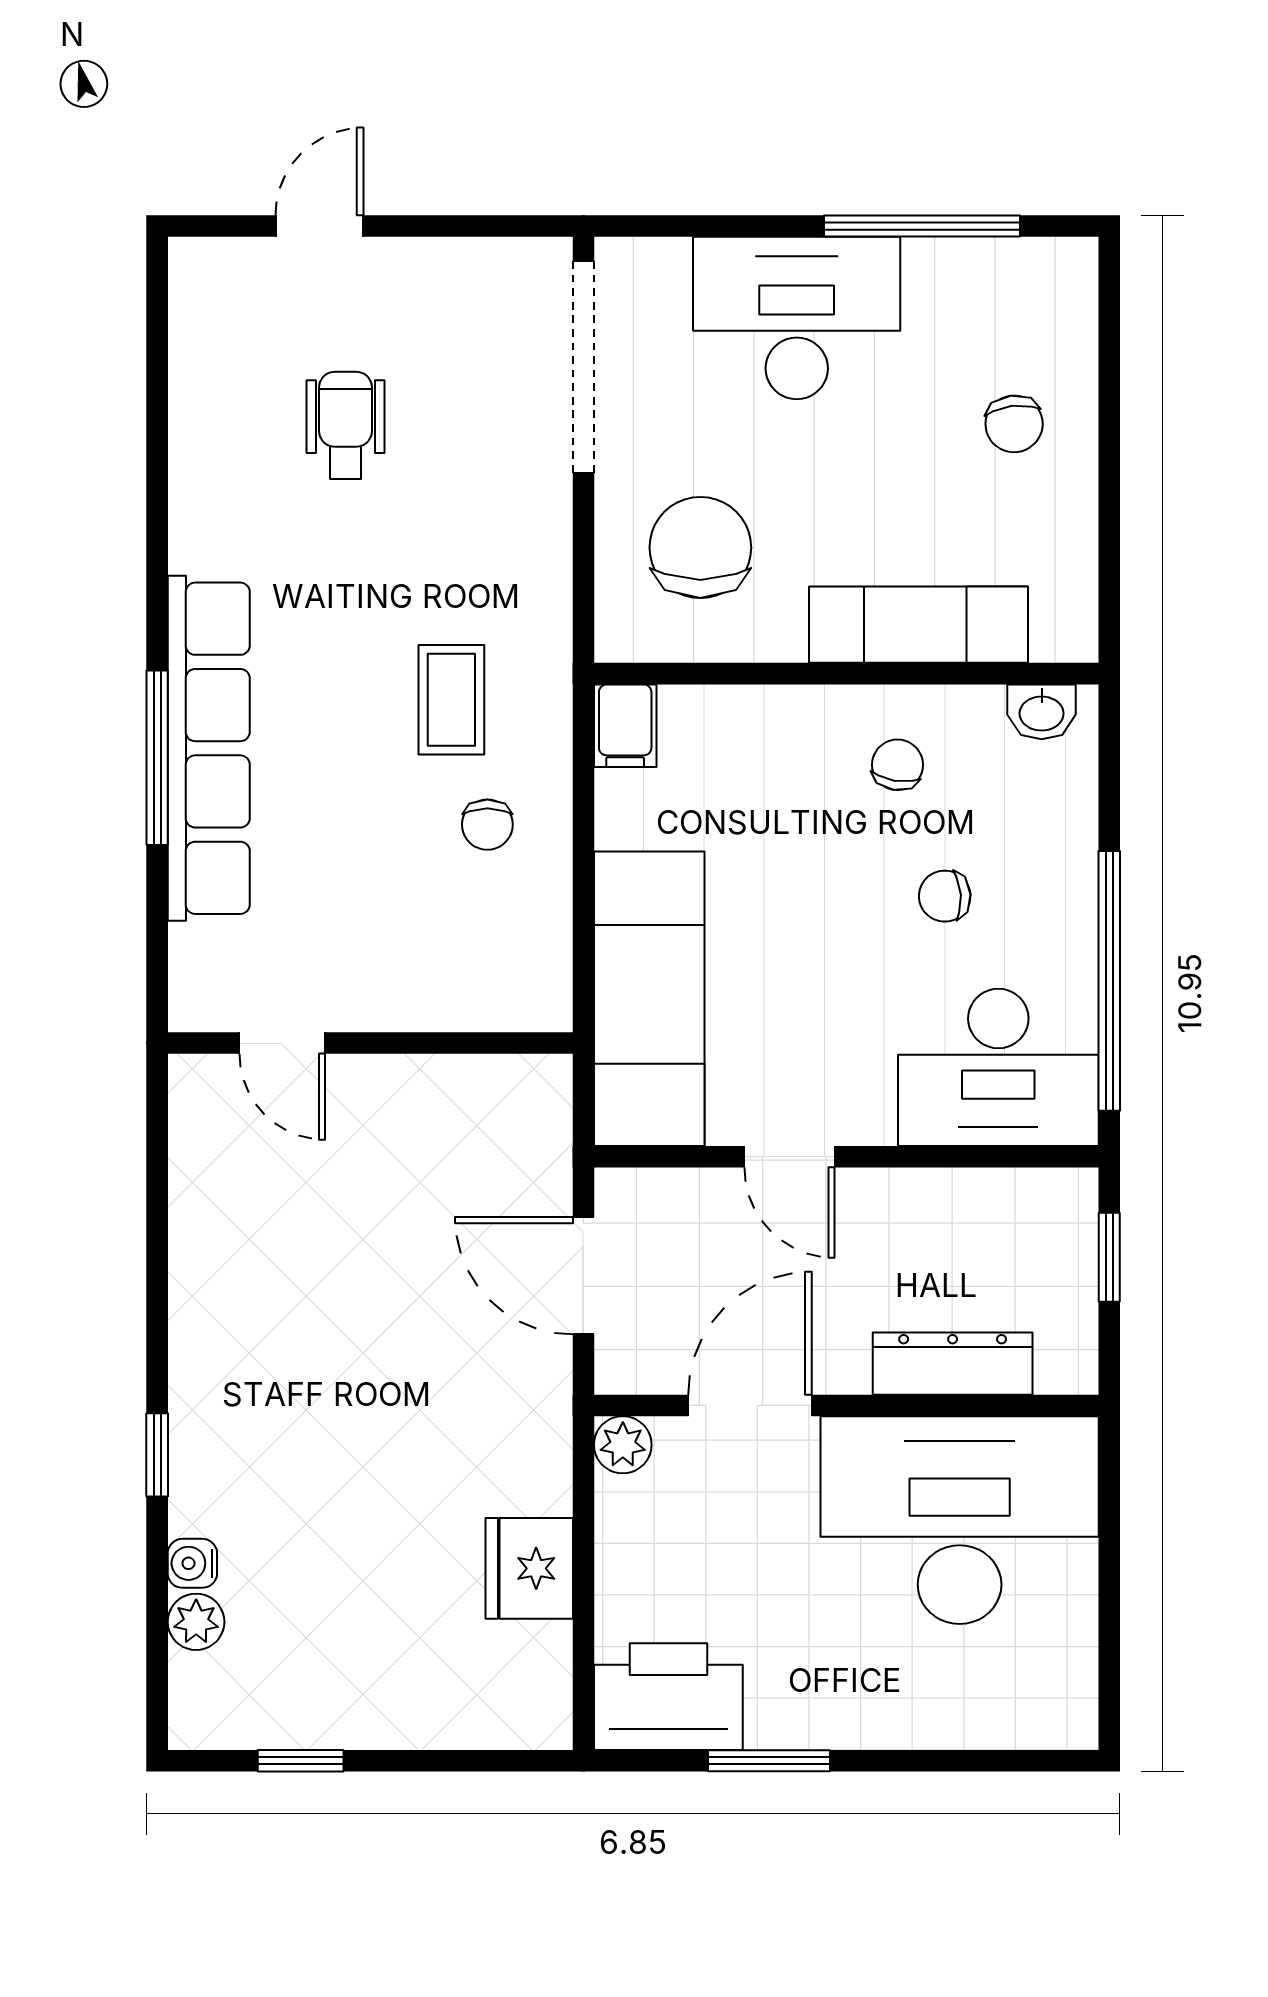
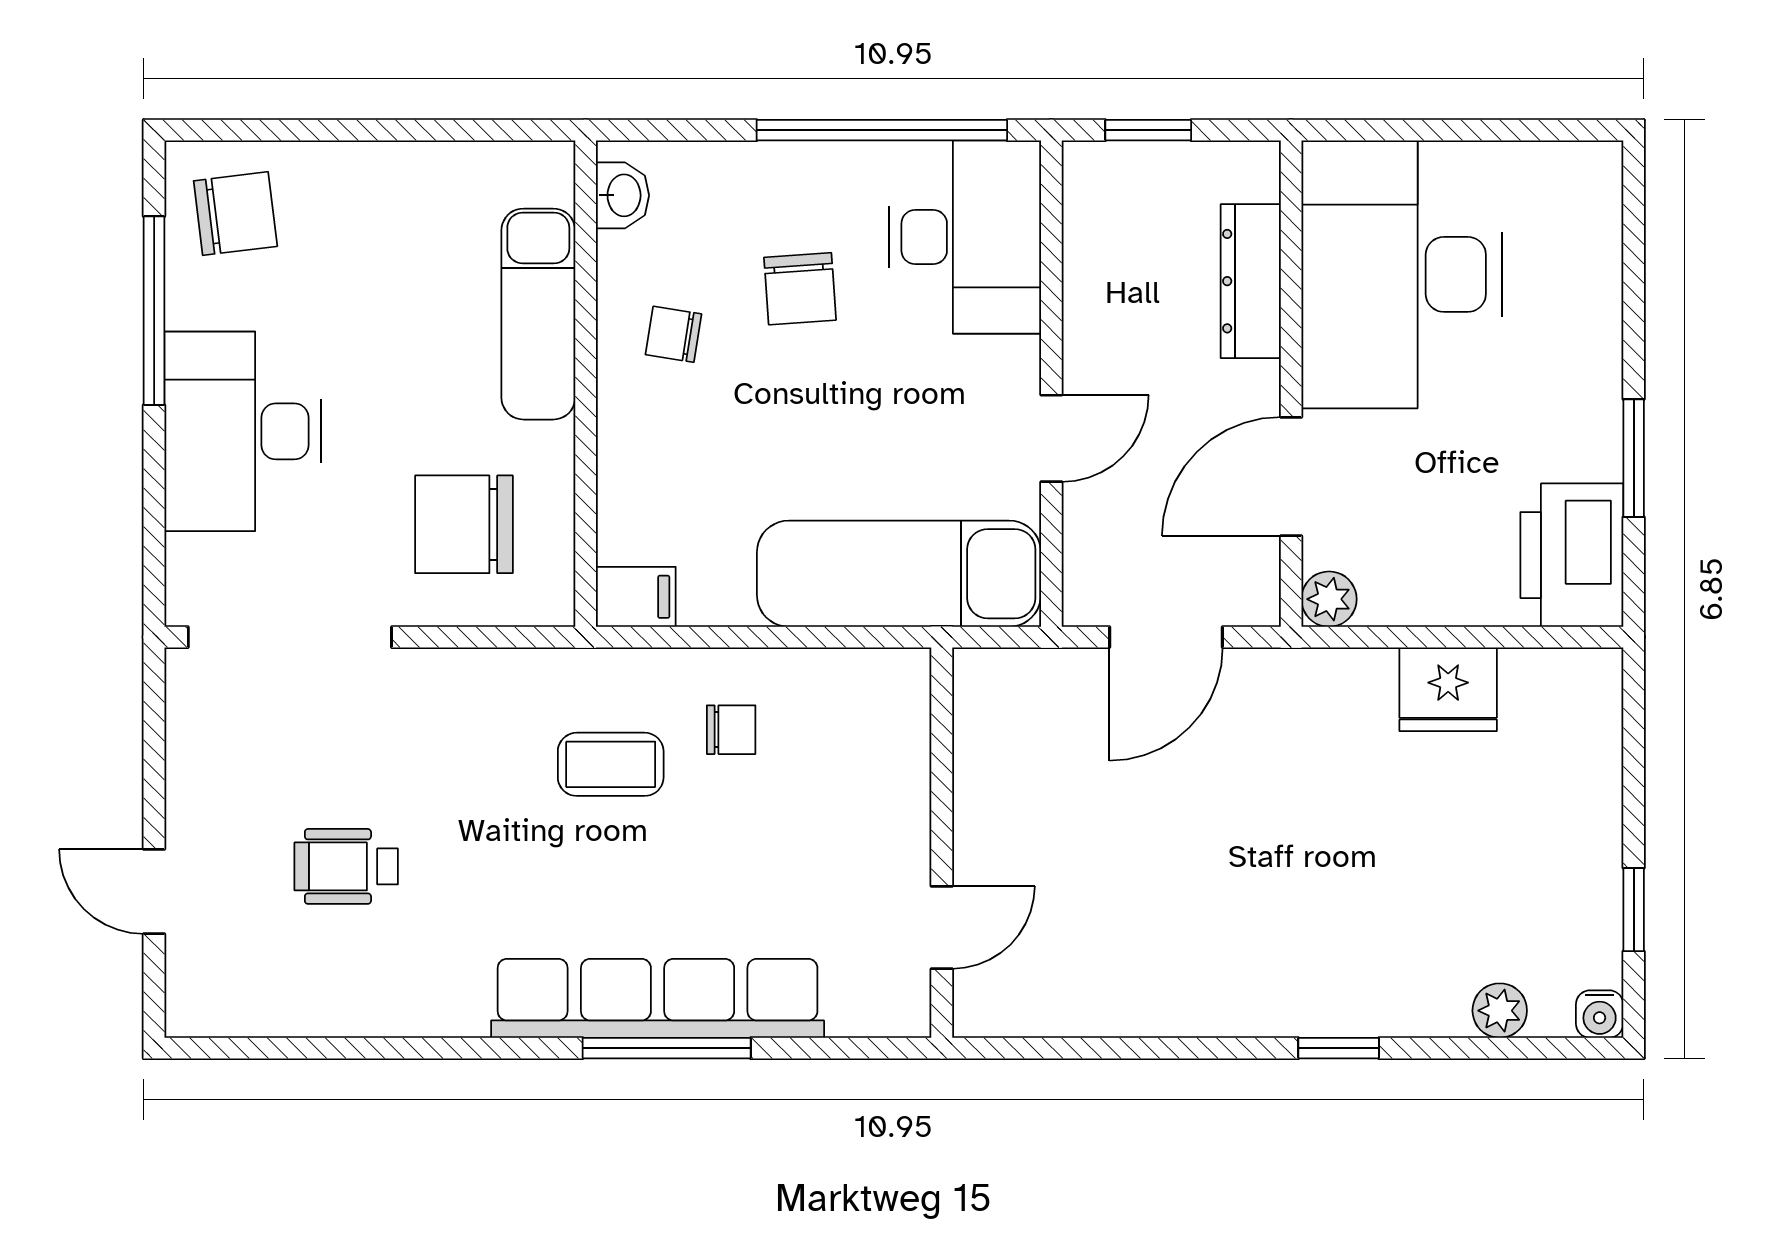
chair: (1014, 424) -> (235, 214), moved, width x1.37, depth x1.37
chair: (945, 896) -> (800, 289), width x1.37, depth x1.37
door: (750, 1405) -> (1291, 476), hinge flipped
water cooler: (192, 1563) -> (1600, 1014), moved

